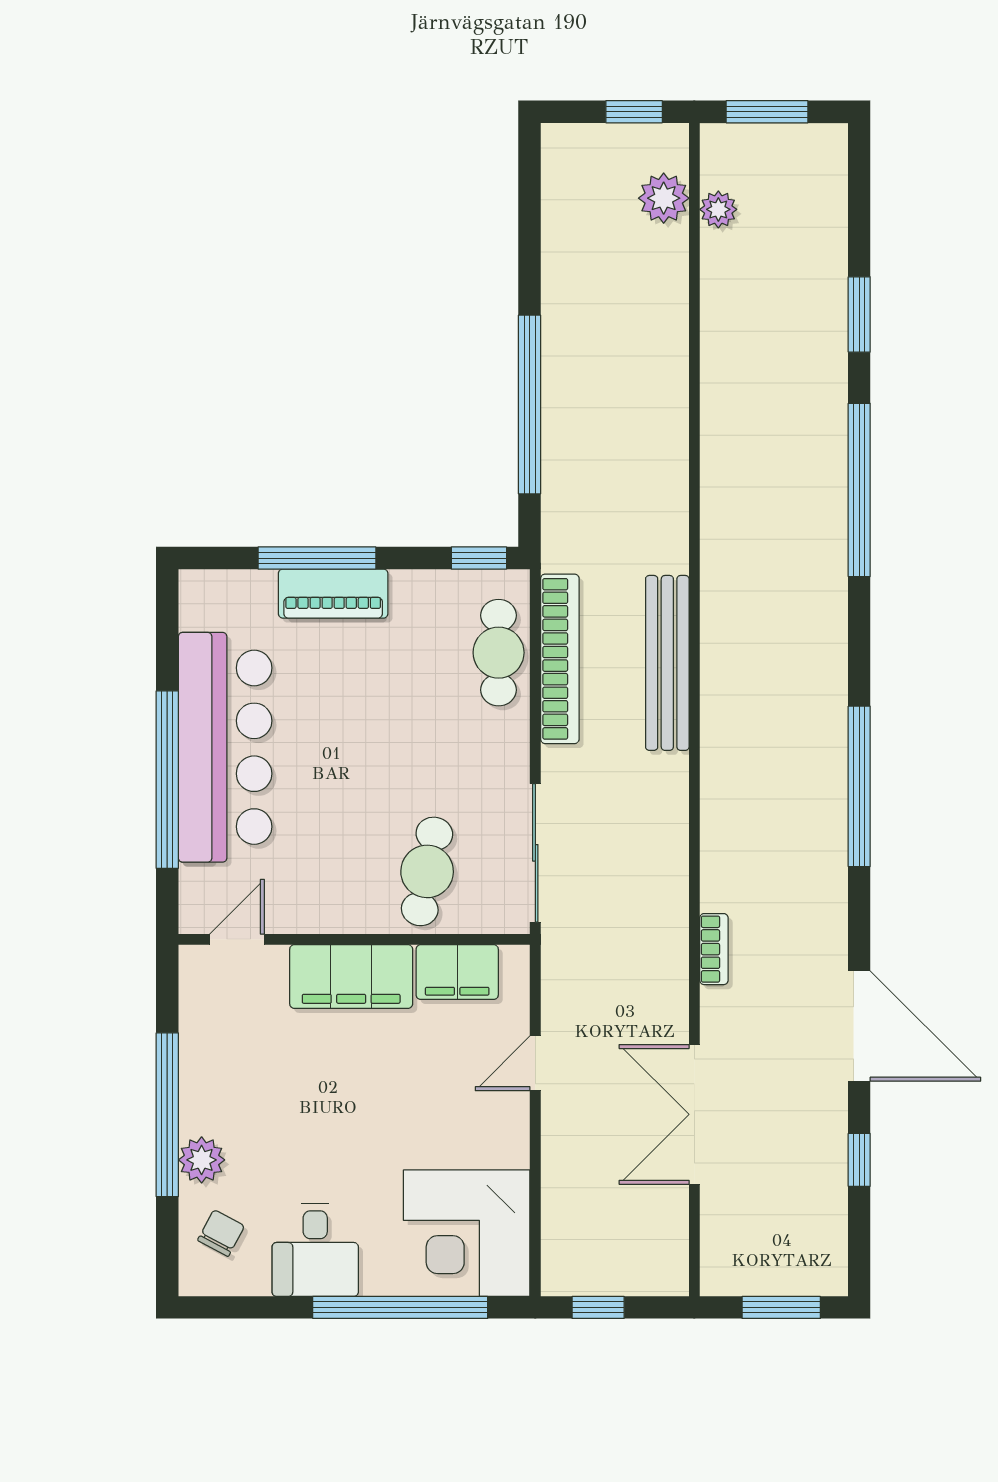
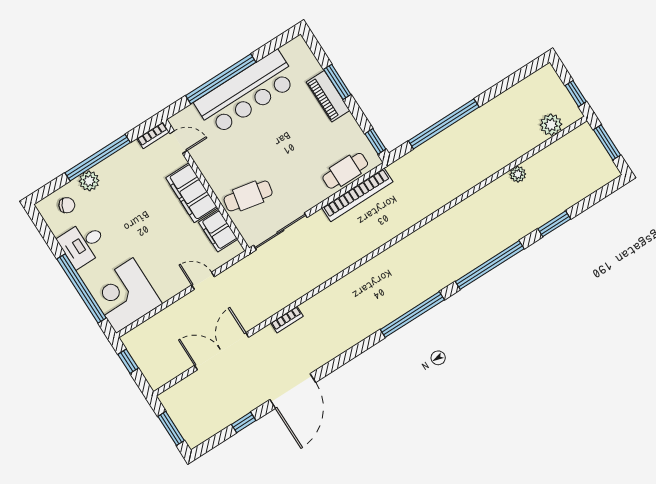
plant: (718, 209) -> (518, 174), moved
window: (317, 558) -> (337, 82), width x0.69
bench: (667, 663) -> (381, 235), removed
window: (859, 786) -> (412, 315), moved
bookcase: (192, 980) -> (153, 135), added

